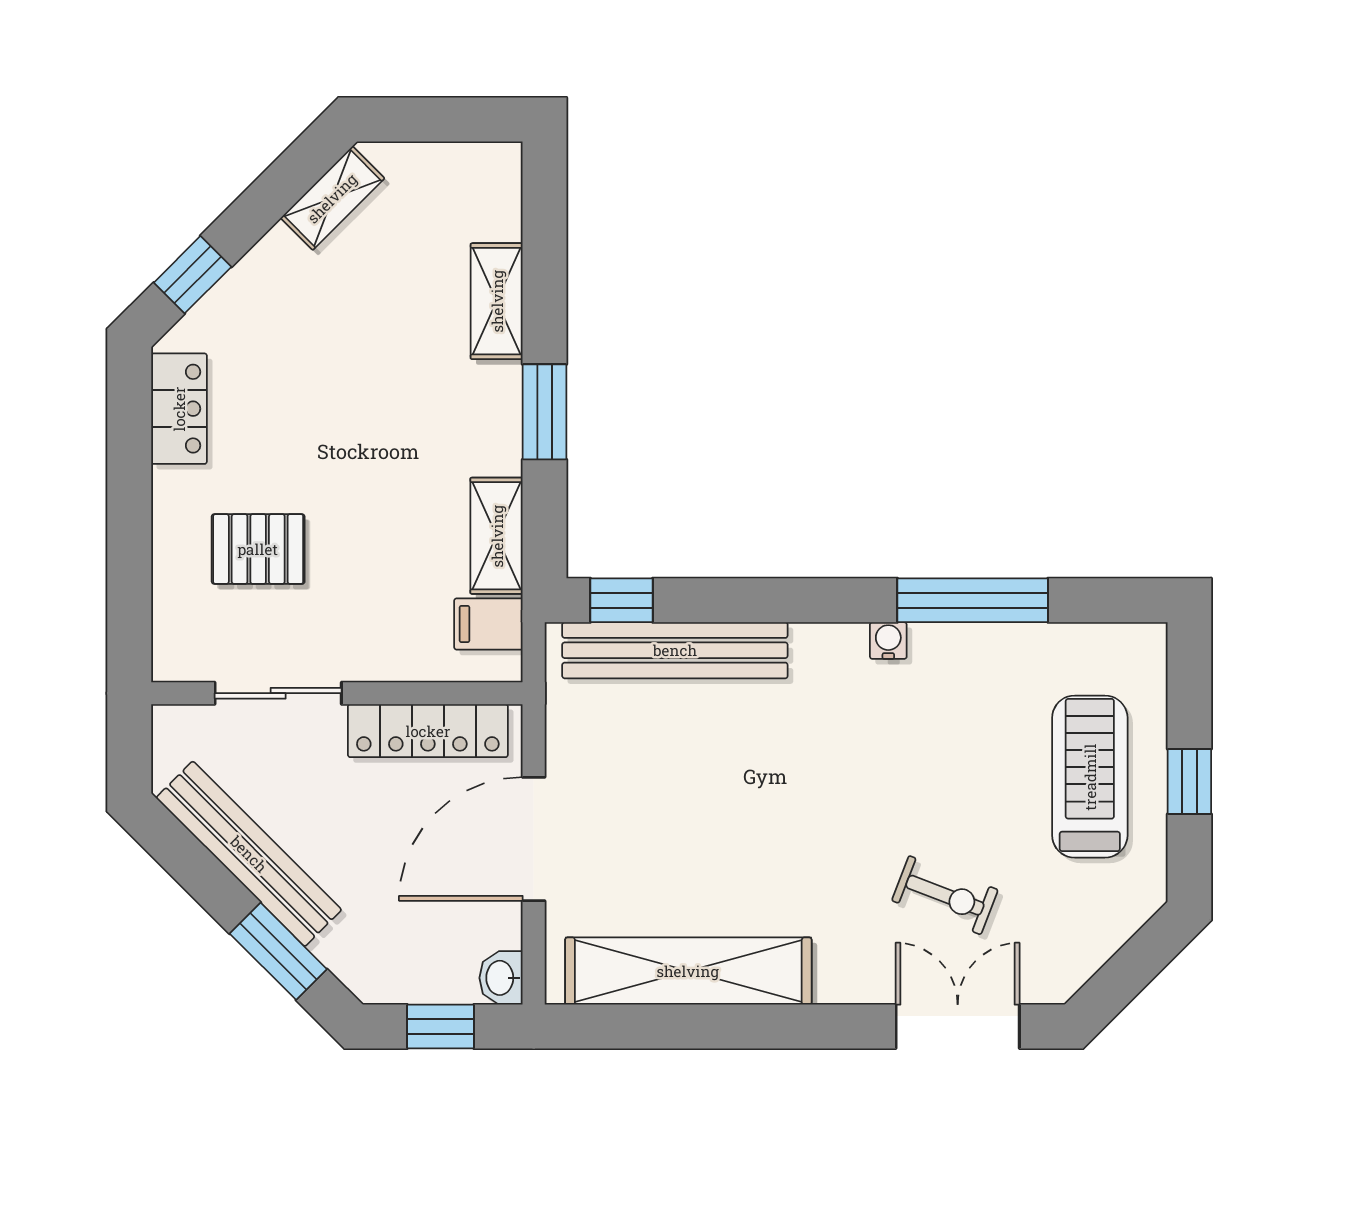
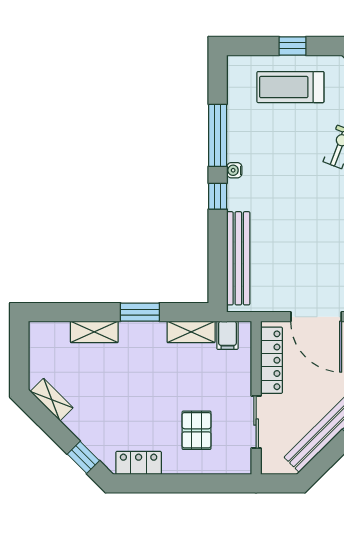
window: (621, 600) -> (218, 196), moved

